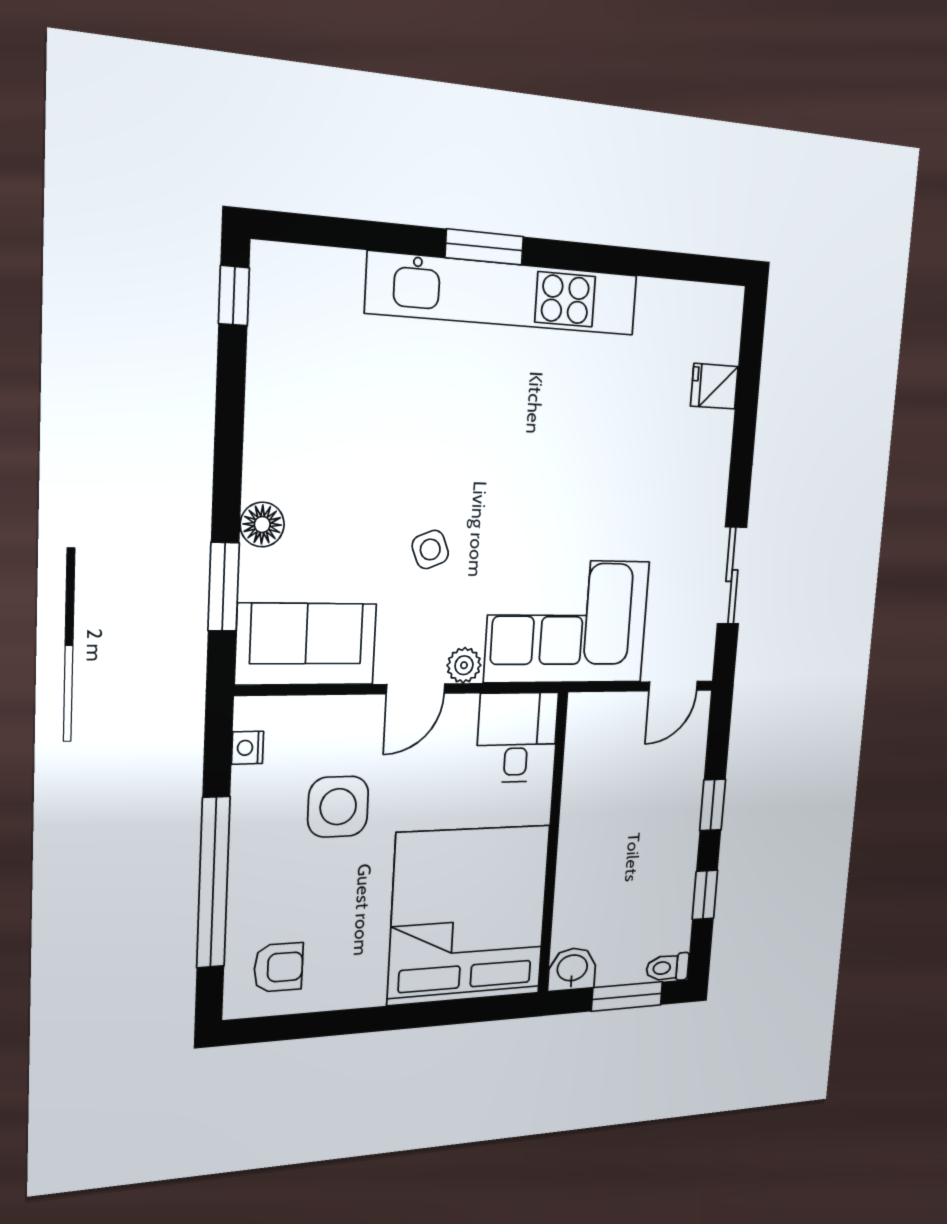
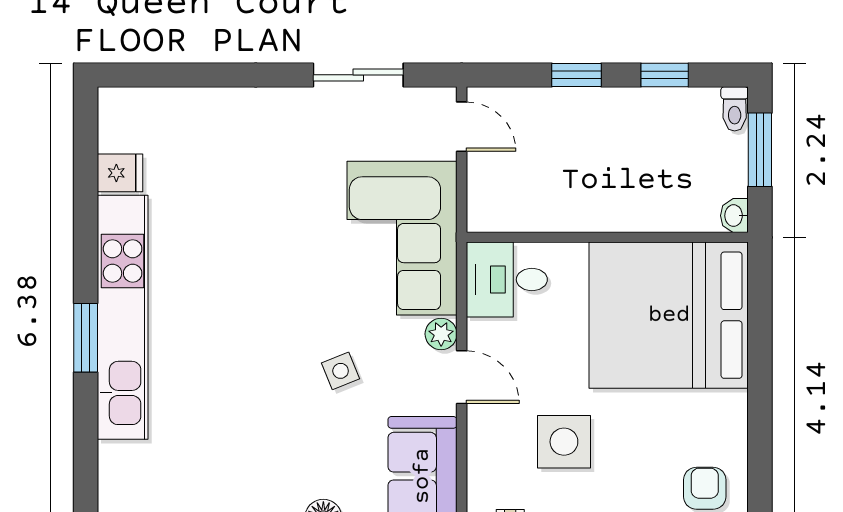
fridge: (714, 386) -> (120, 173), moved, turned -90
washbasin: (572, 969) -> (734, 216), width x0.72, depth x0.69

